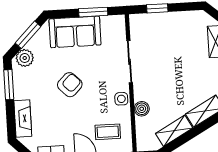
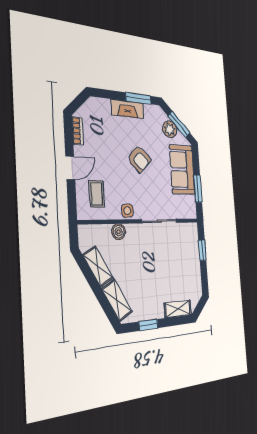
plant: (25, 58) -> (170, 129), moved
fireplace: (23, 119) -> (127, 109), moved

